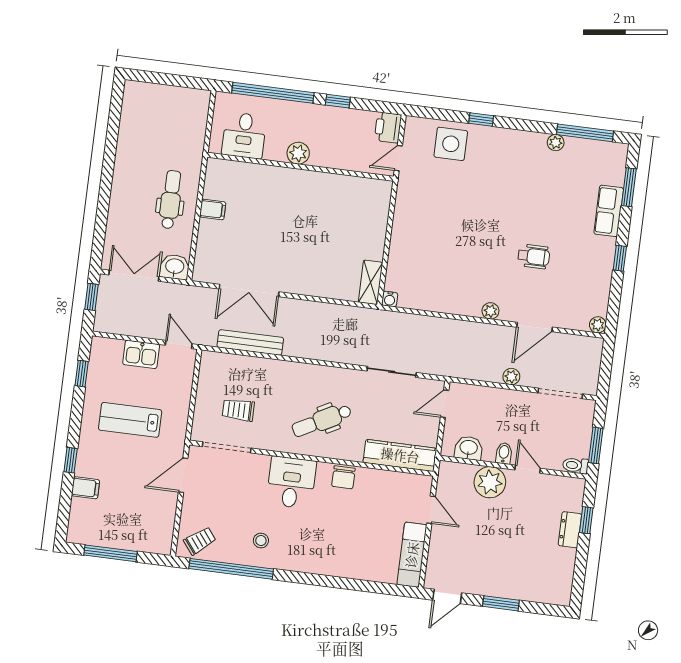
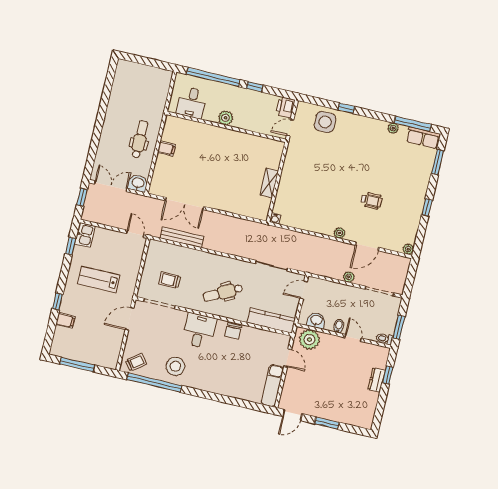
row of seats: (609, 211) -> (423, 138), moved, turned -90
shelving: (371, 282) -> (269, 183), moved
kitchen sink: (141, 354) -> (85, 235), moved, turned -90
plant: (490, 482) -> (309, 340), moved
stool: (261, 541) -> (175, 366), width x1.89, depth x1.89

